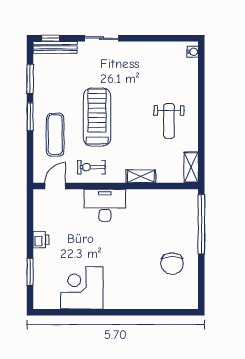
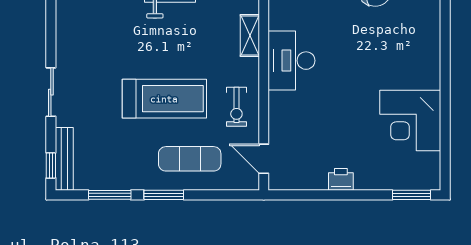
treadmill: (97, 117) -> (164, 99), turned 180
desk: (105, 205) -> (292, 61), moved
window: (30, 272) -> (412, 195), moved

